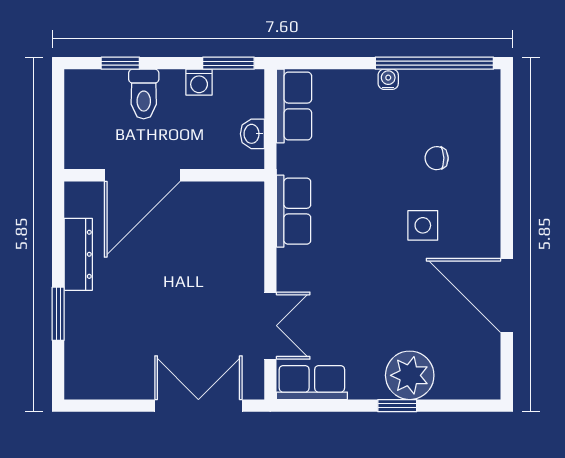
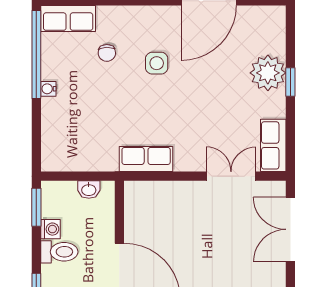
toilet: (144, 94) -> (59, 252), moved
row of seats: (294, 106) -> (68, 18), moved, turned 180

